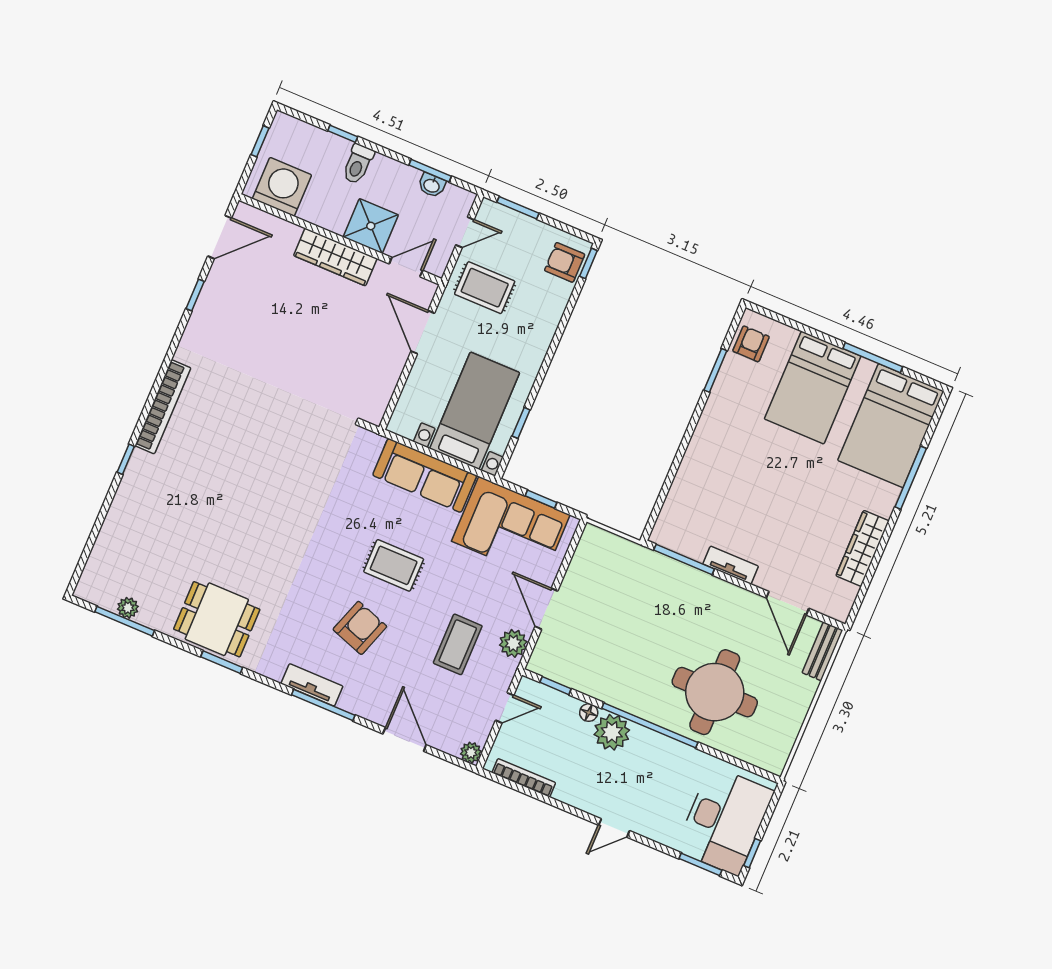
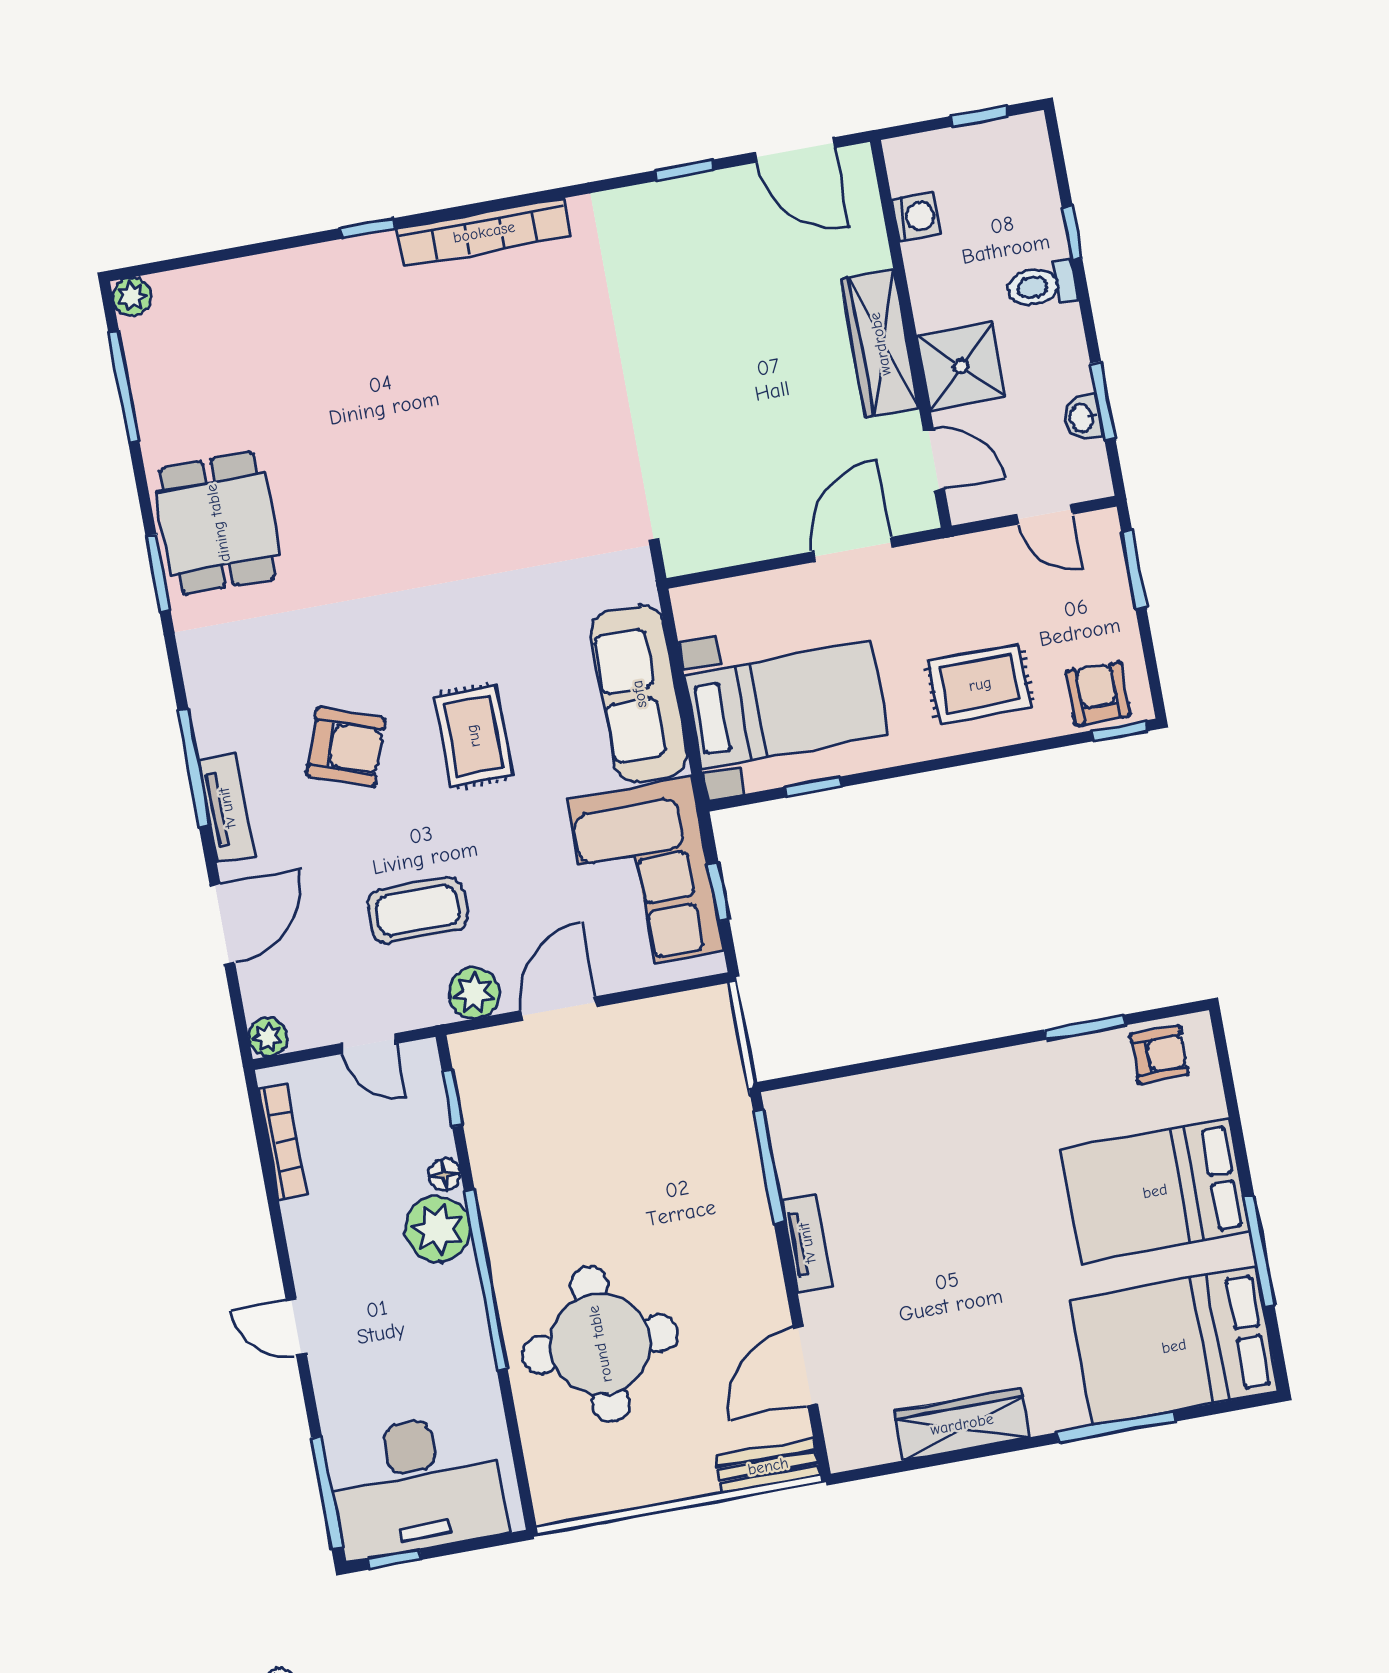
washing machine: (282, 187) -> (917, 217), width x0.53, depth x0.53
rug: (485, 288) -> (980, 684), moved, turned 90
plant: (128, 608) -> (132, 297), moved
tv unit: (312, 685) -> (227, 808), moved
window: (700, 864) -> (327, 1493), width x1.44

